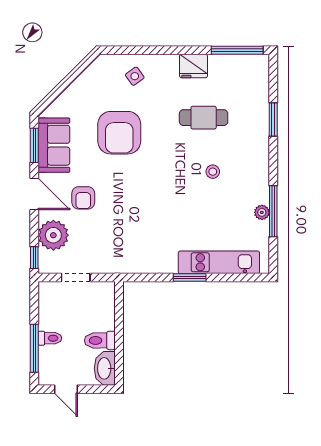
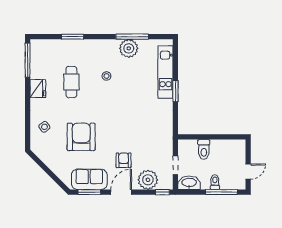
armchair: (119, 133) -> (81, 137), turned -90
armchair: (83, 198) -> (124, 160), turned -90
plant: (262, 212) -> (129, 48), width x1.87, depth x1.87
toilet: (100, 340) -> (204, 149), moved
washbasin: (105, 368) -> (189, 183), moved, turned 180

